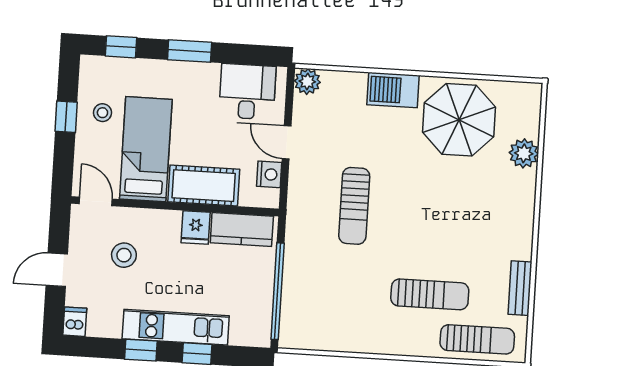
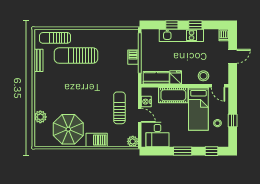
sun lounger: (354, 206) -> (119, 108), moved
stool: (124, 255) -> (203, 76), moved
barbecue: (294, 282) -> (133, 57), added
sun lounger: (430, 294) -> (76, 56), width x1.36, depth x1.34

